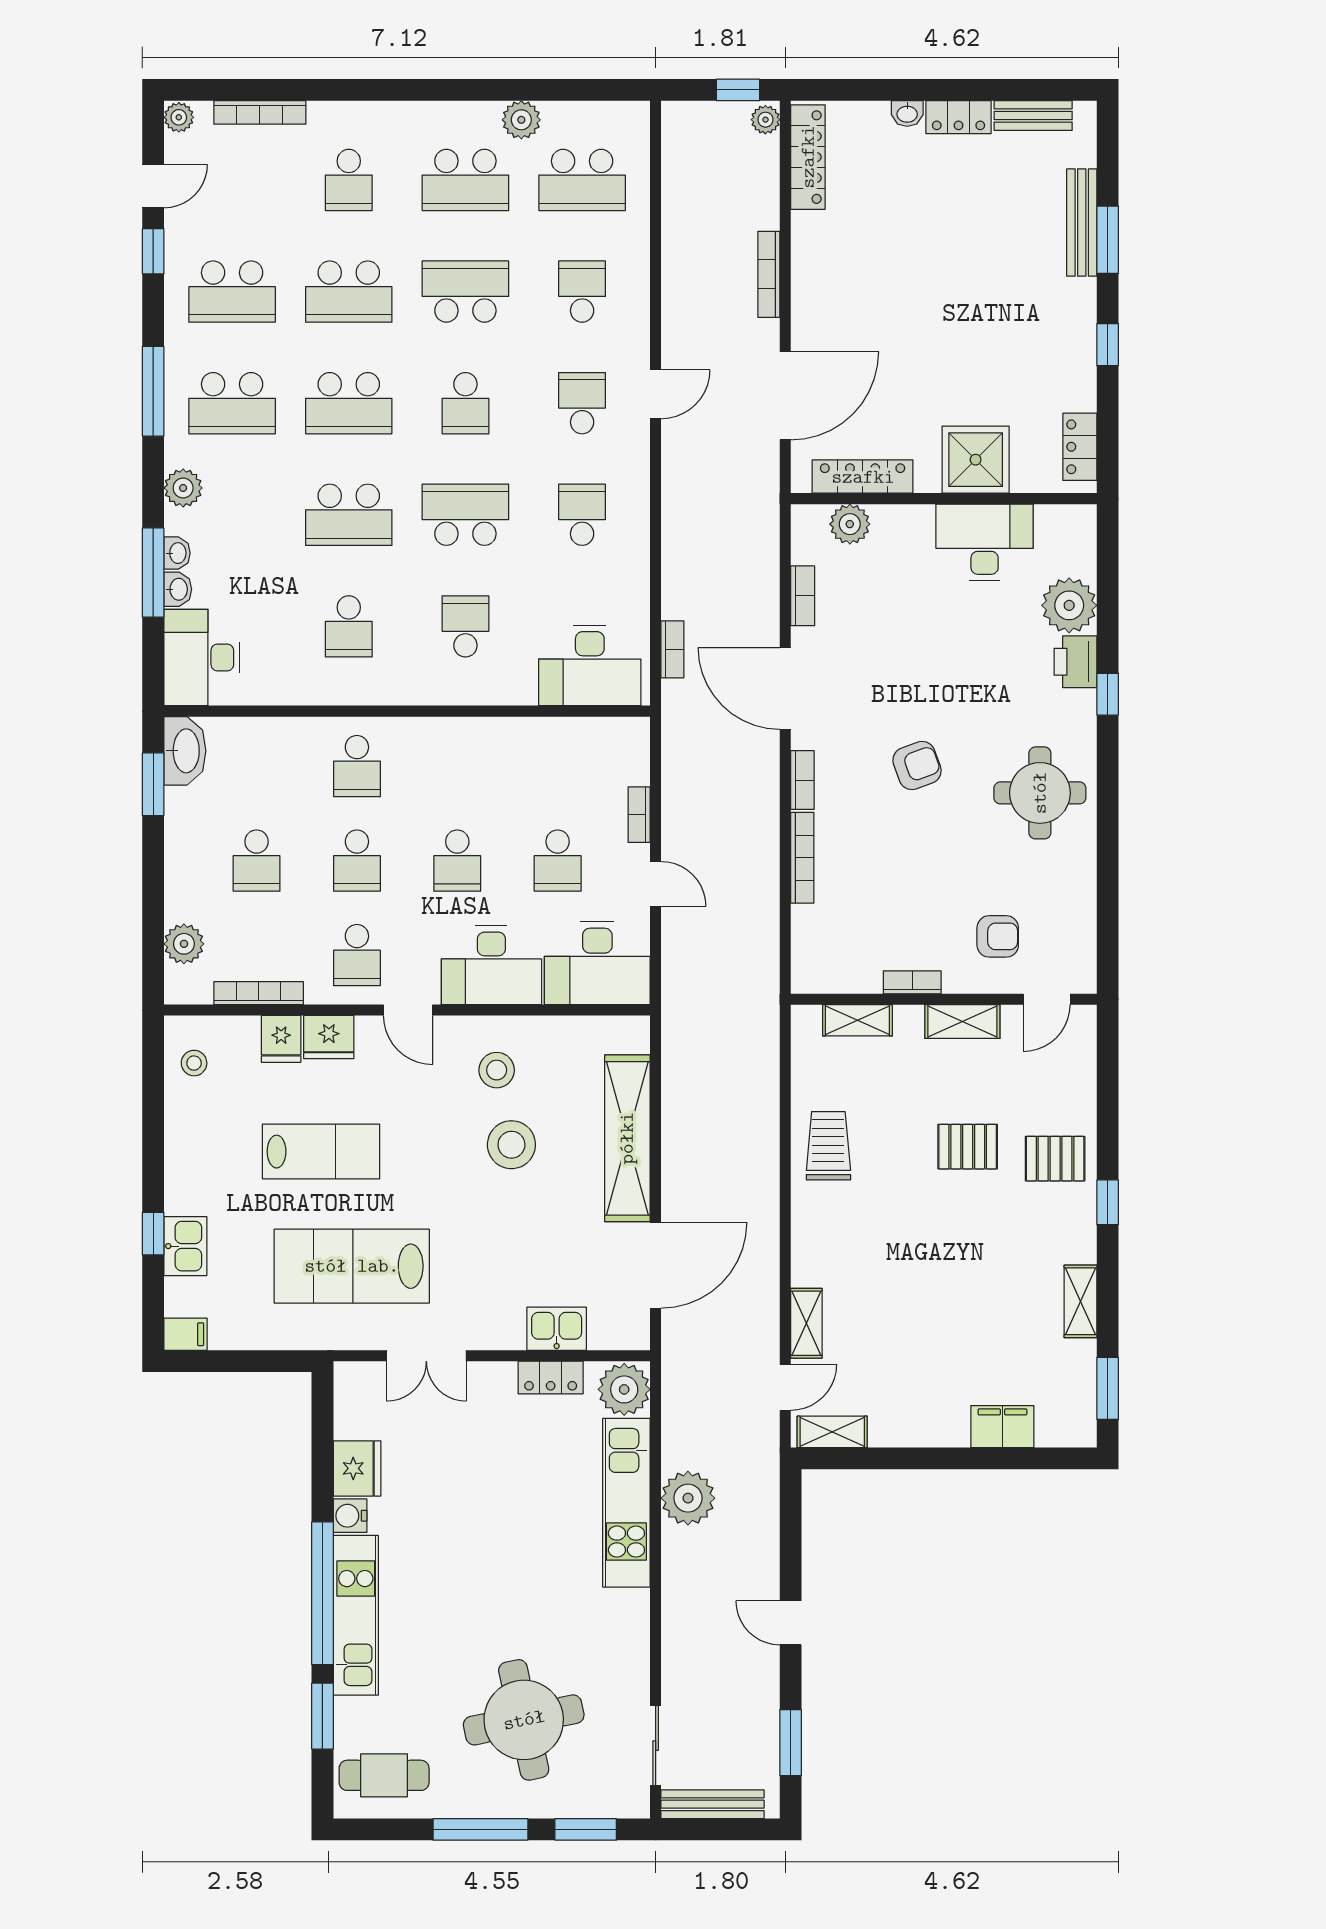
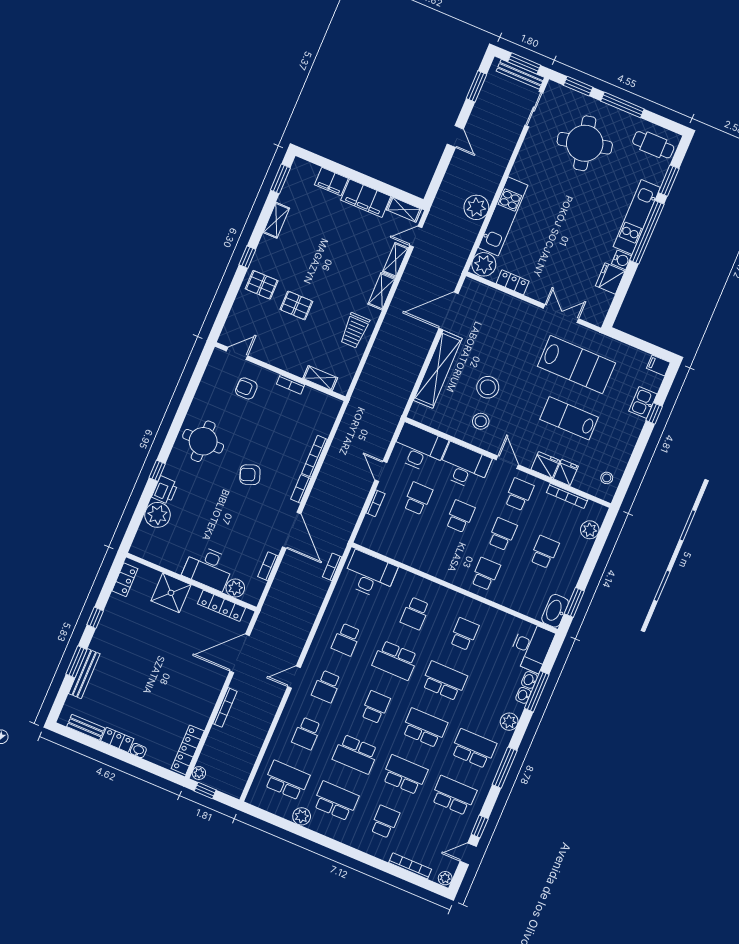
desk: (985, 542) -> (208, 568), moved
shelving: (962, 1022) -> (382, 291), moved, turned 90
kitchen sink: (557, 1329) -> (501, 302), removed
filing cabinet: (919, 1422) -> (366, 198), added
window: (714, 1829) -> (524, 63), added

